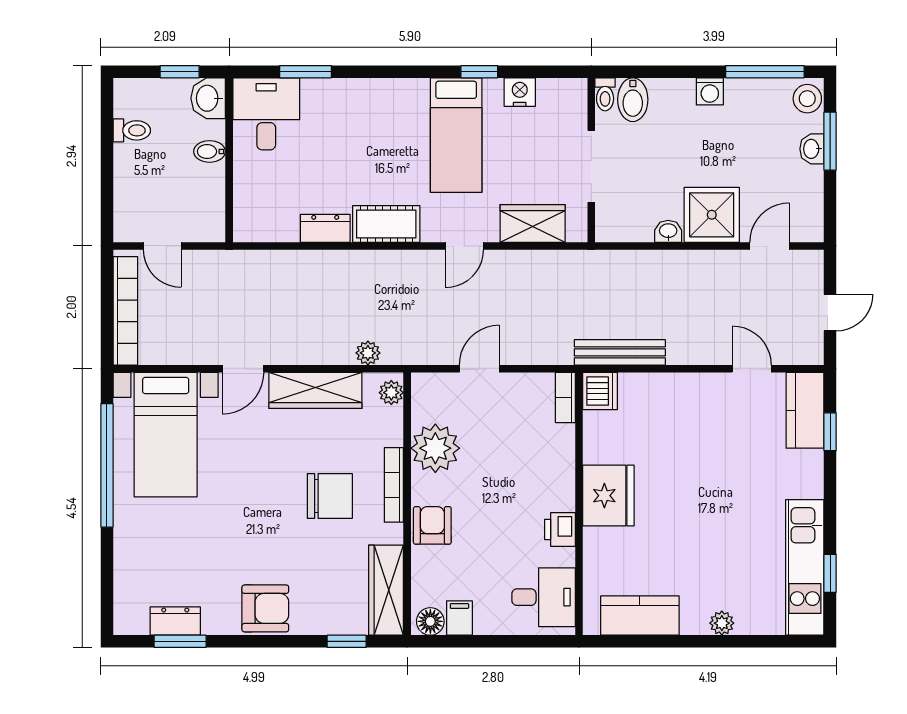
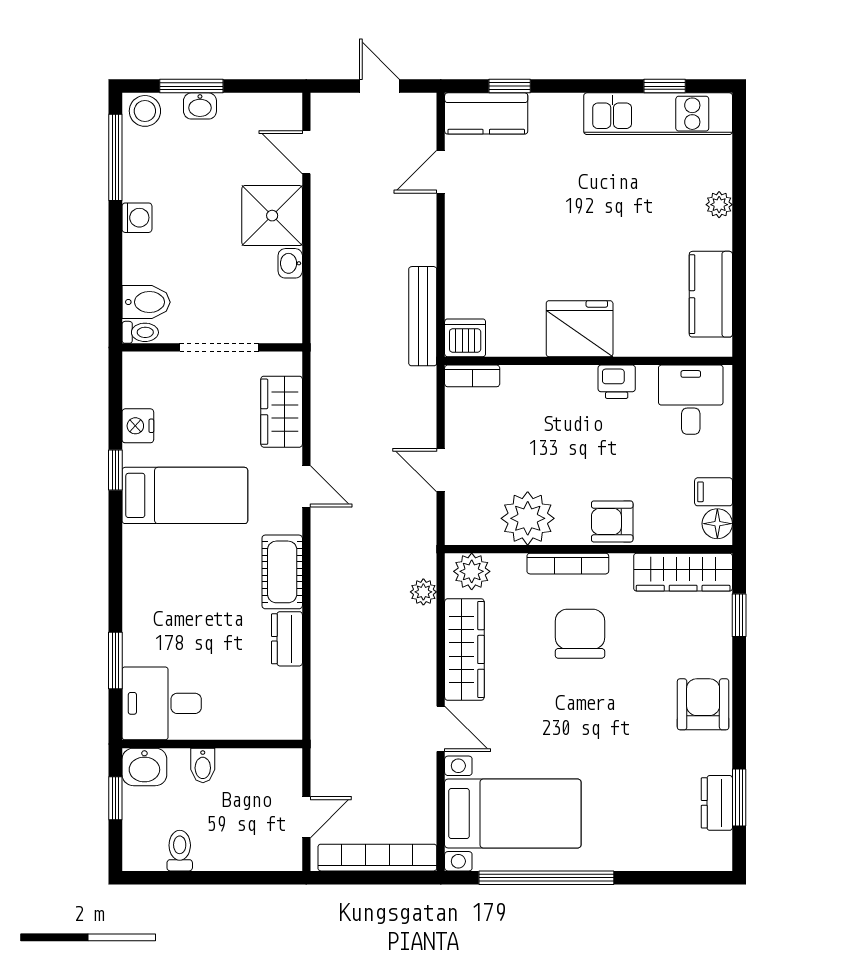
plant: (391, 393) -> (472, 571), width x1.38, depth x1.38

